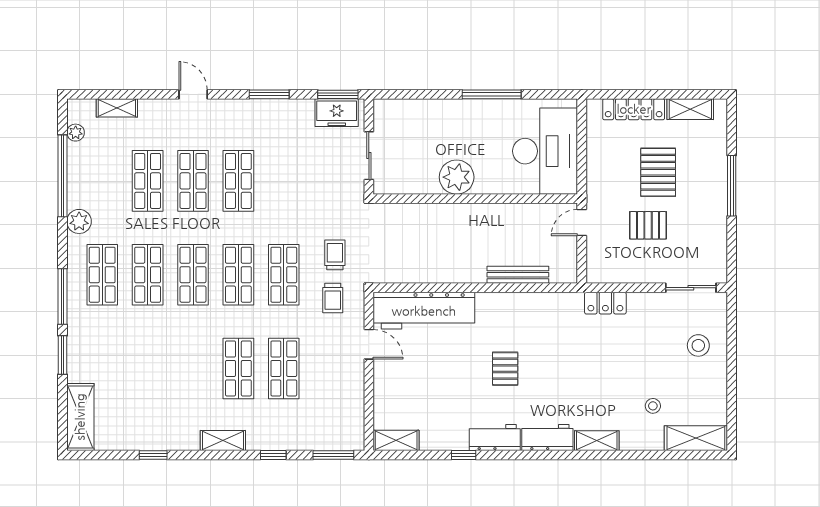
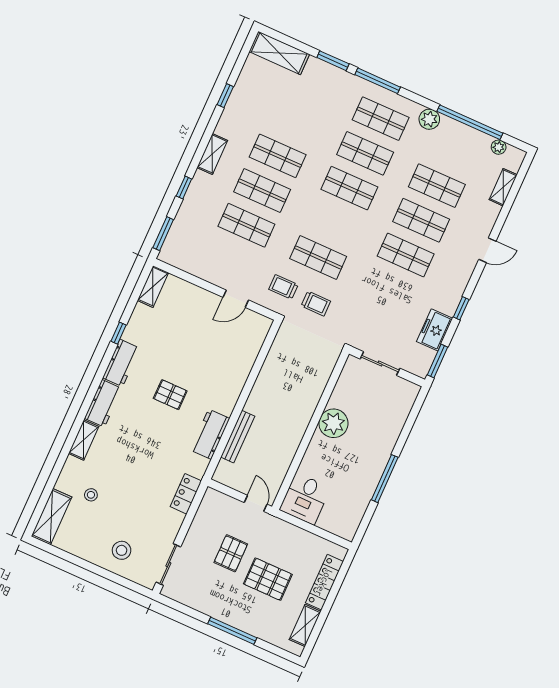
window: (269, 94) -> (461, 308), width x0.67
freezer: (337, 113) -> (435, 330), moved
desk: (545, 151) -> (305, 499), width x0.53, depth x0.77
shop shelf: (238, 275) -> (278, 156), moved
workbench: (424, 311) -> (210, 434), moved, width x0.53, depth x0.76

